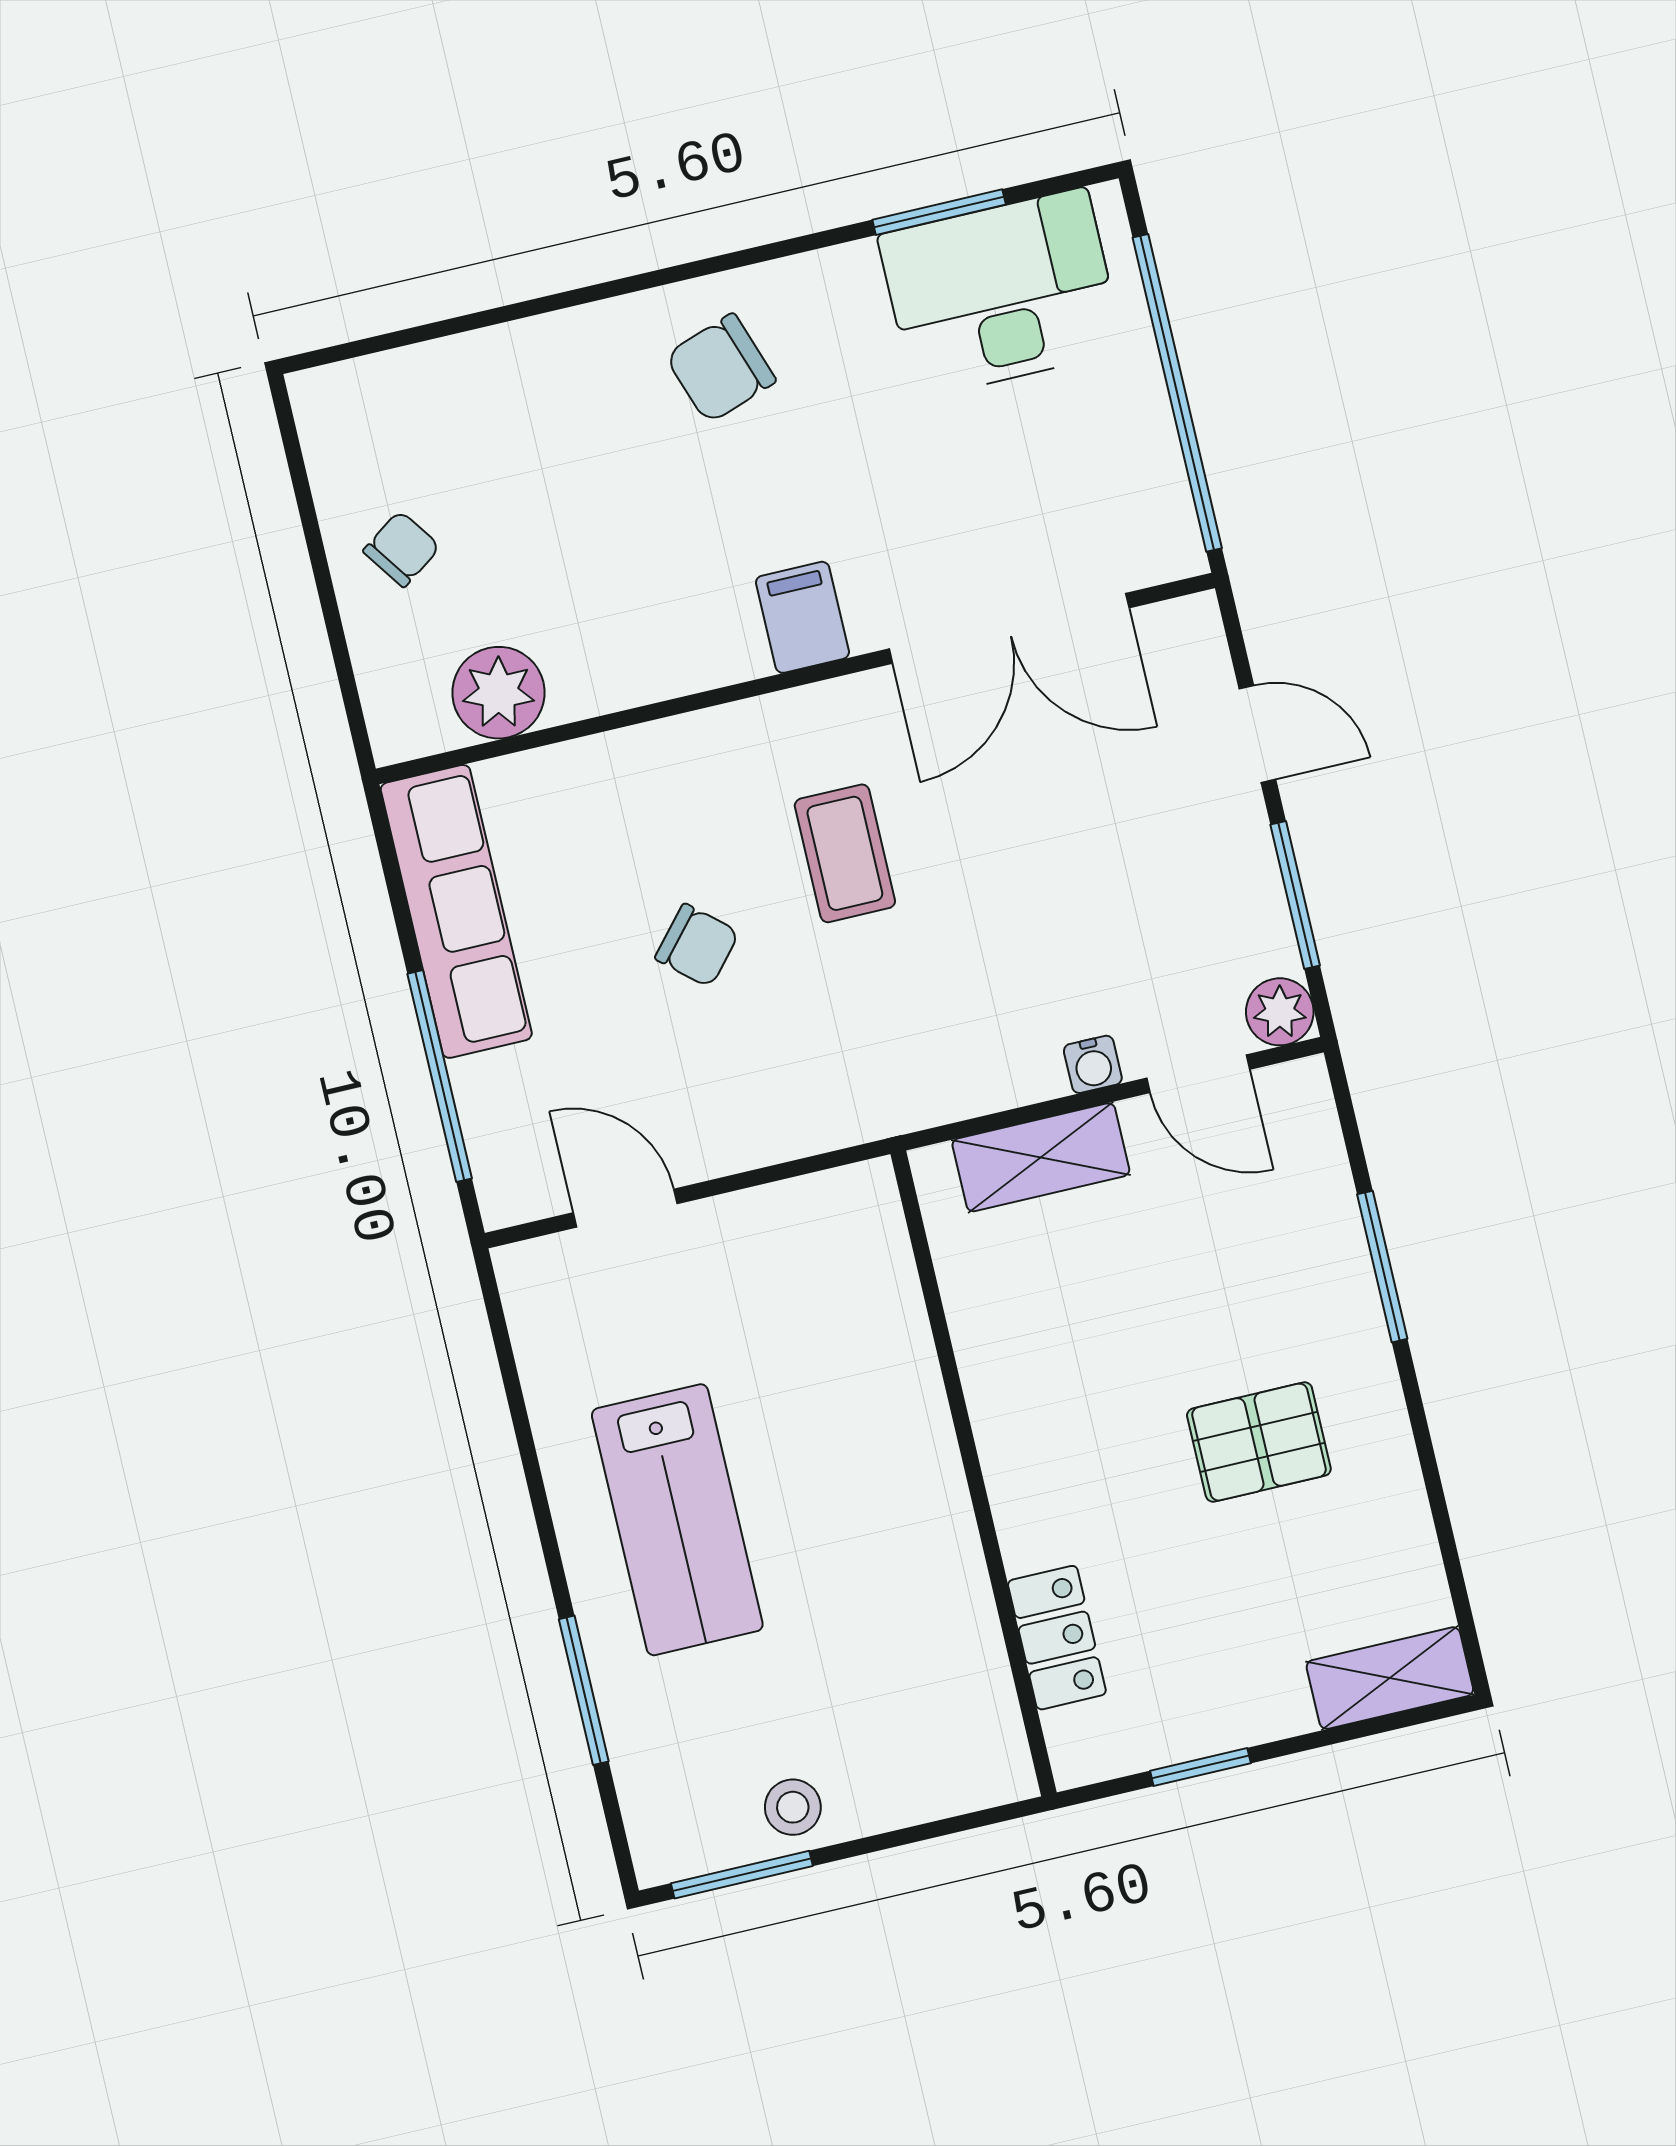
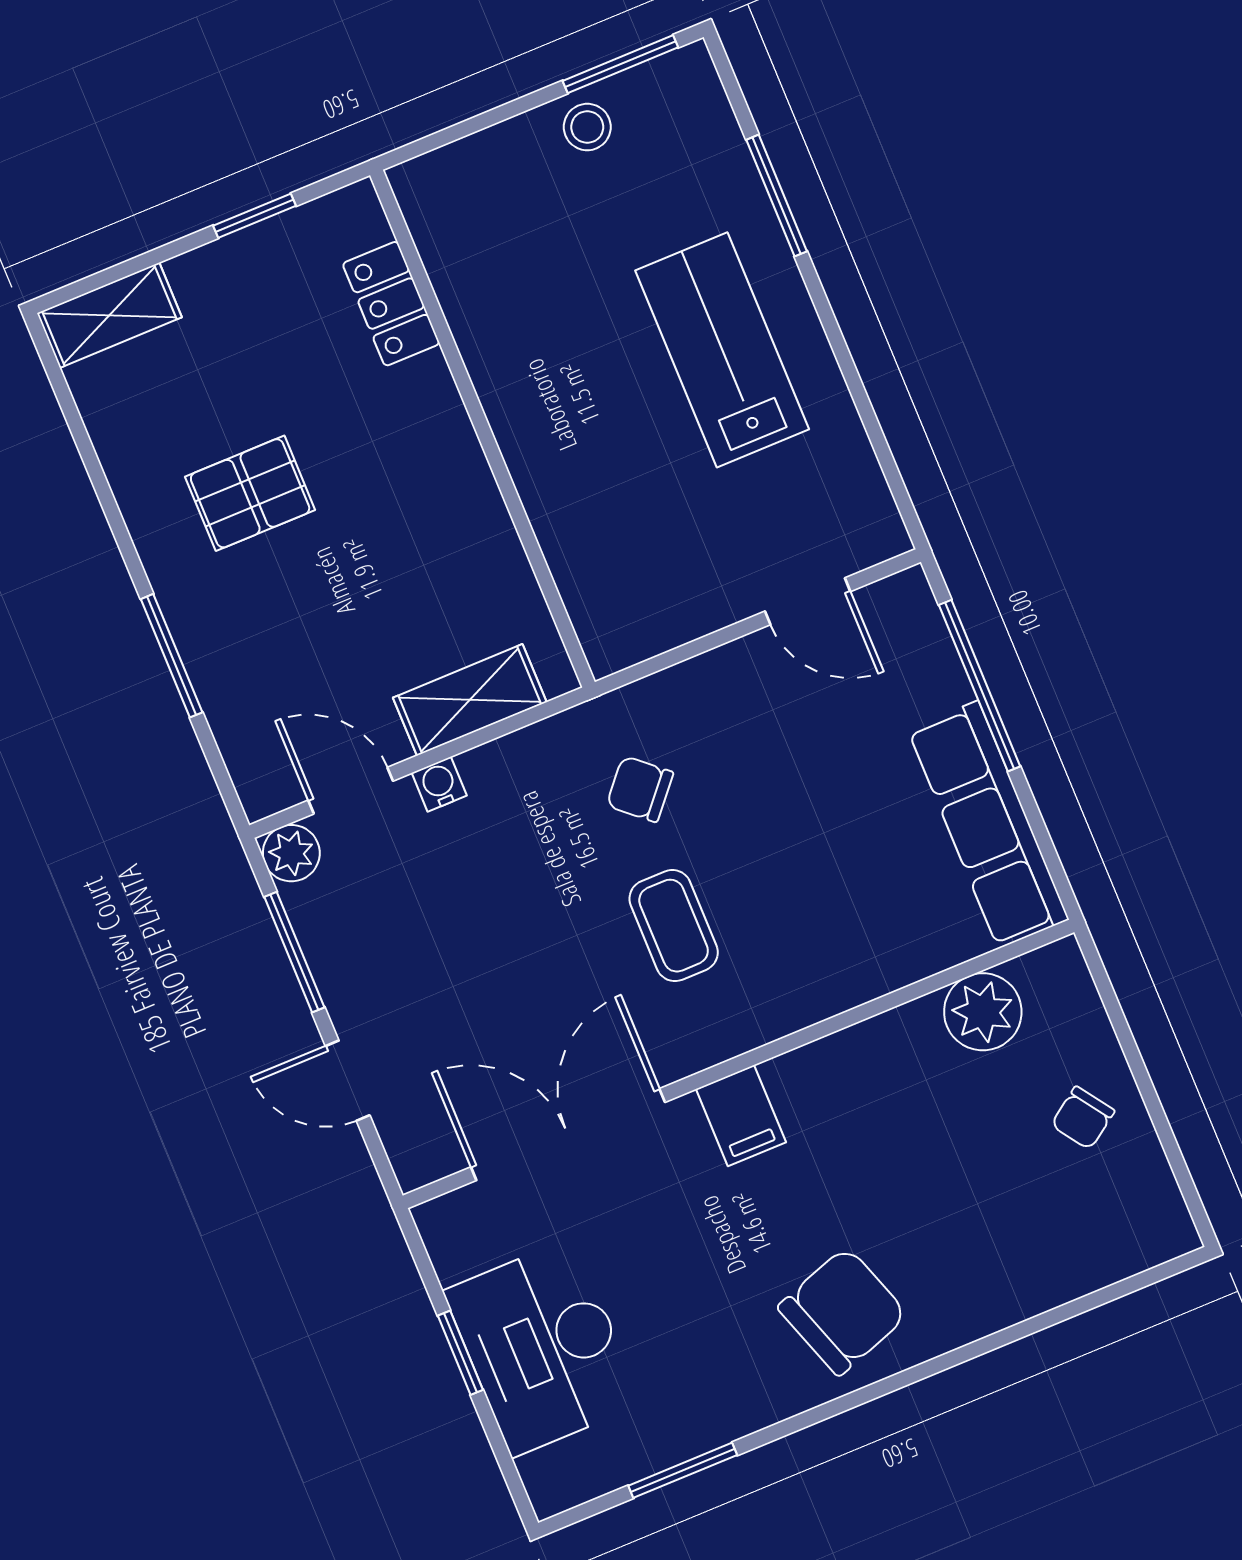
desk: (1001, 293) -> (543, 1347), moved, turned 90
chair: (721, 368) -> (843, 1311), width x1.37, depth x1.37
window: (1177, 393) -> (460, 1353), width x0.32
chair: (697, 945) -> (640, 789), moved

